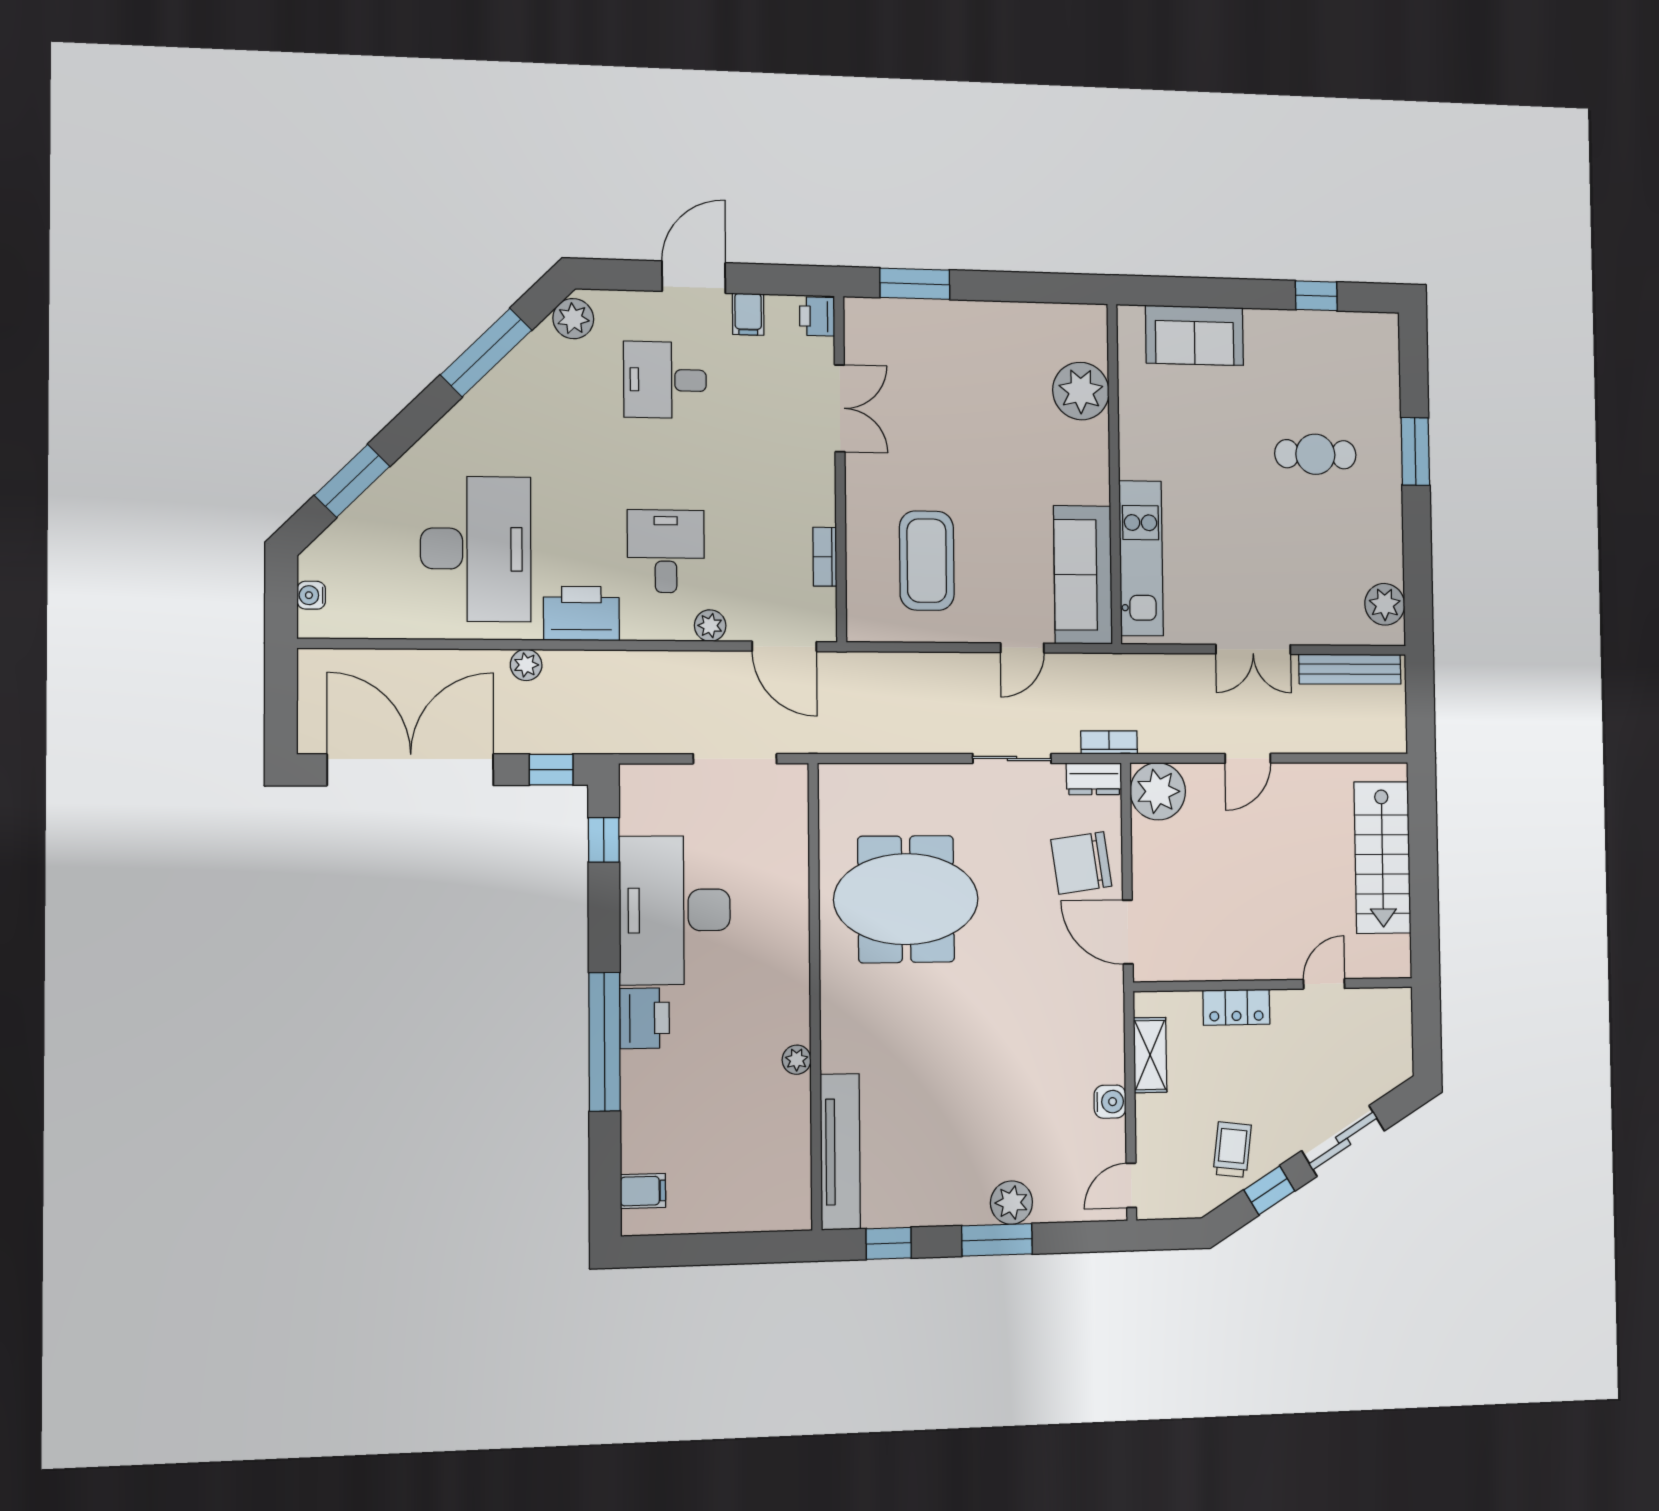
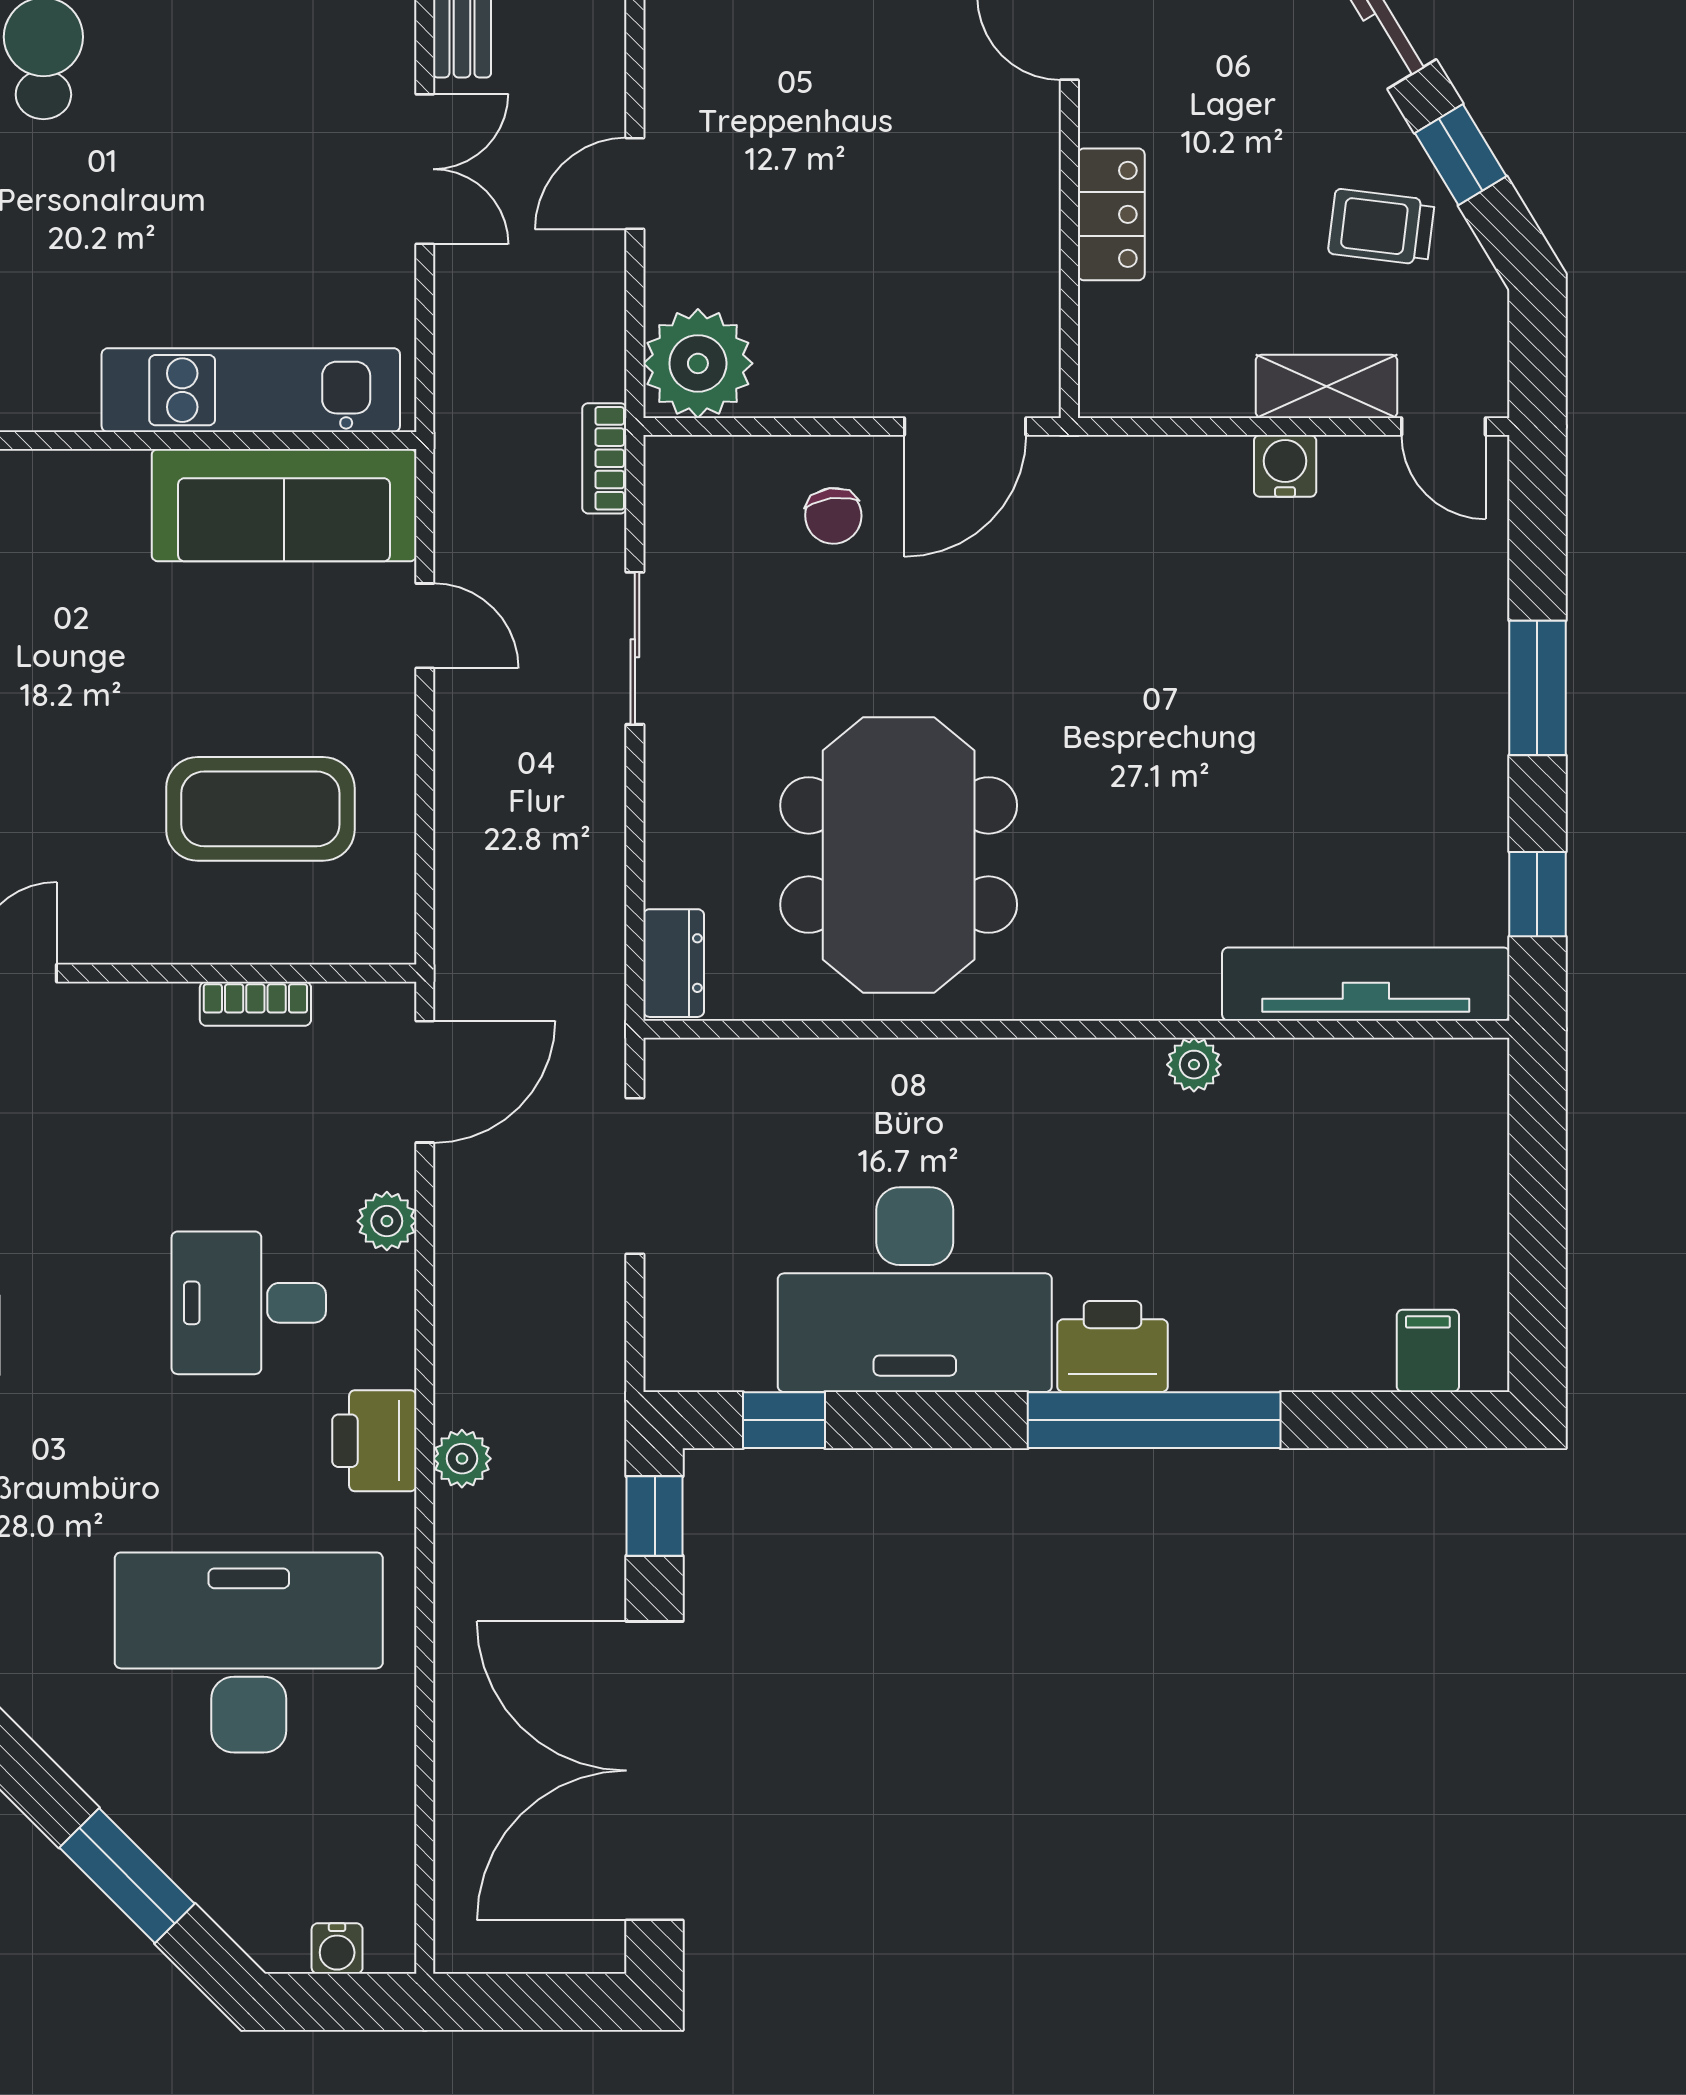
printer: (581, 613) -> (374, 1441), width x0.73, depth x0.84
plant: (526, 665) -> (462, 1459), moved
door: (1248, 758) -> (635, 184), swing flipped
dresser: (1094, 779) -> (674, 963), moved
chair: (1081, 863) -> (833, 516), width x0.54, depth x0.54
shelving: (1150, 1055) -> (1326, 386), moved
plant: (1011, 1203) -> (1469, 659), removed

